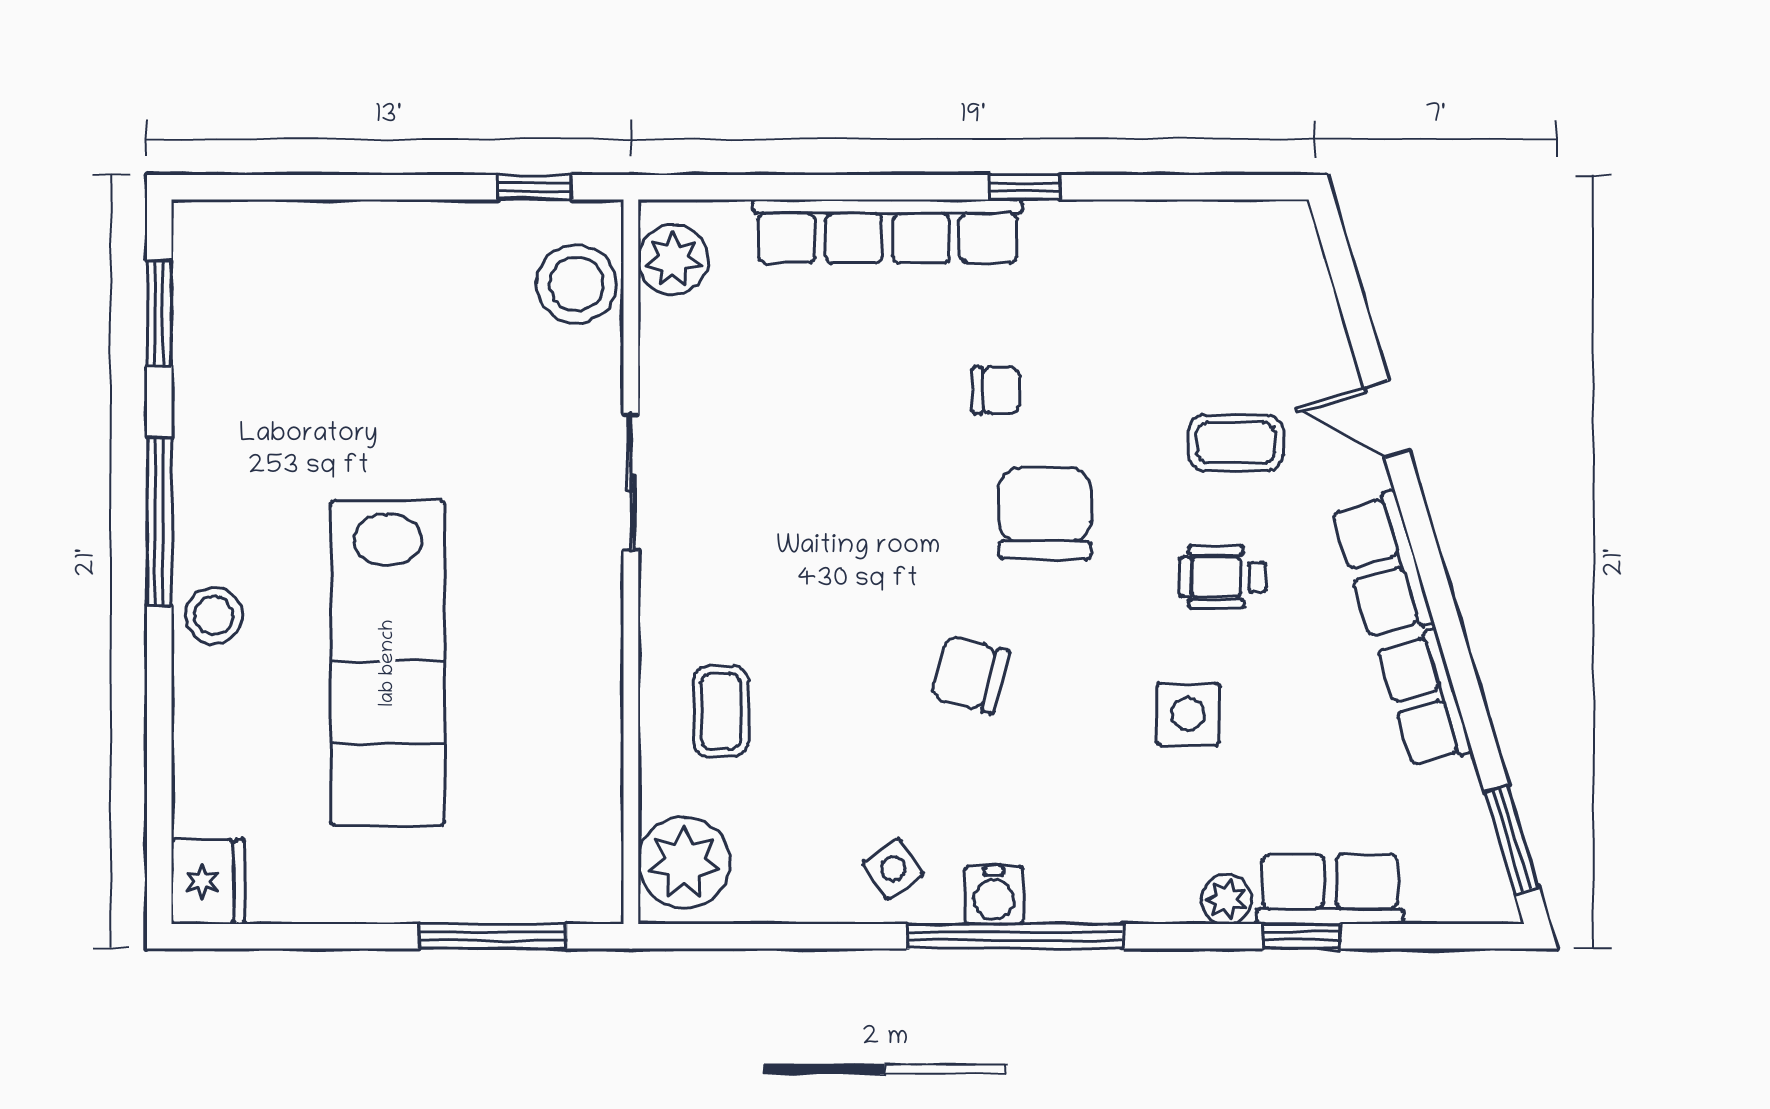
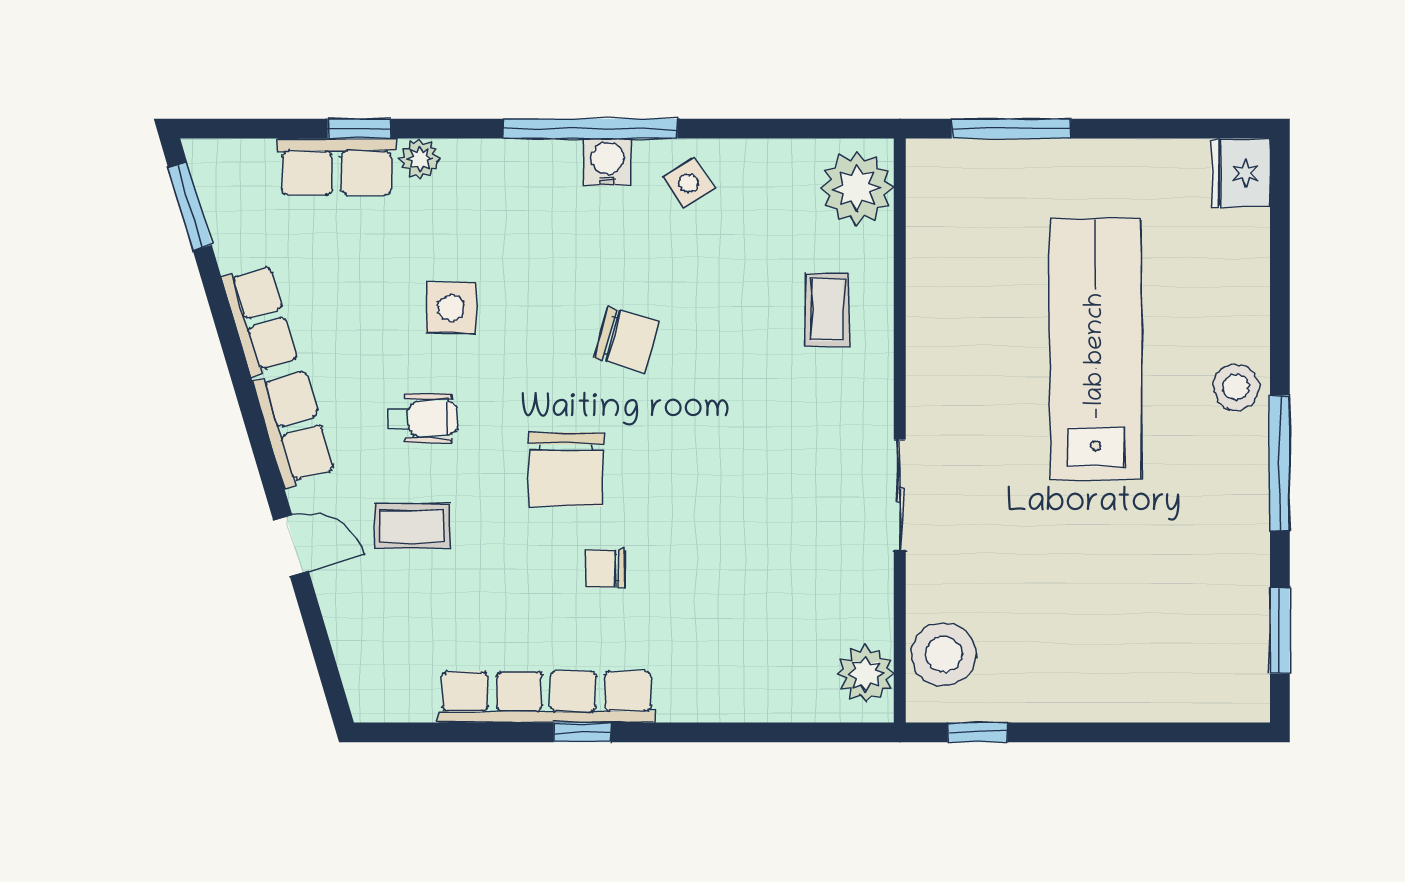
row of seats: (888, 231) -> (546, 697), moved

